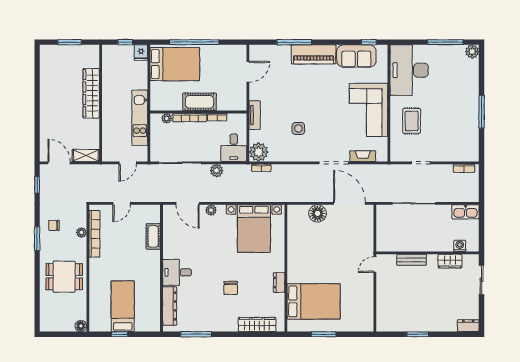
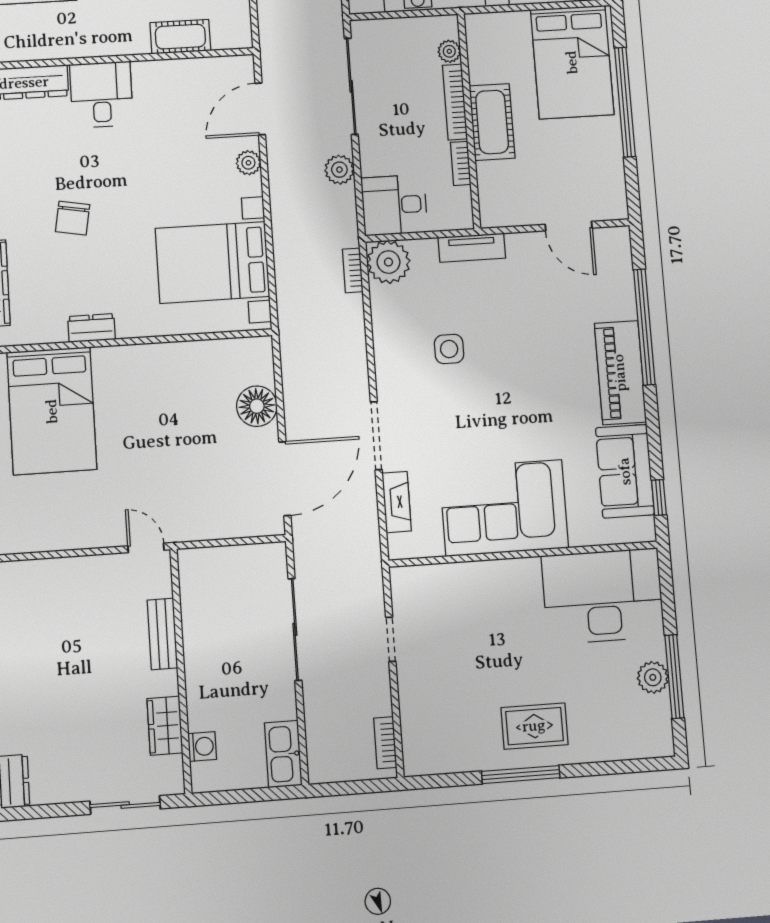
window: (294, 42) -> (644, 327), width x1.46
plant: (472, 52) -> (653, 677), moved
rug: (412, 121) -> (534, 726), moved
chair: (231, 288) -> (73, 218), turned -80

